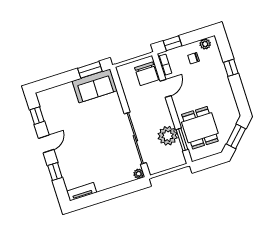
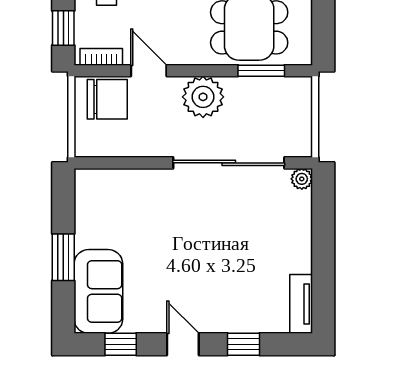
window: (90, 70) -> (63, 257), moved
sofa: (95, 86) -> (98, 291), moved
plant: (168, 136) -> (203, 97), moved

